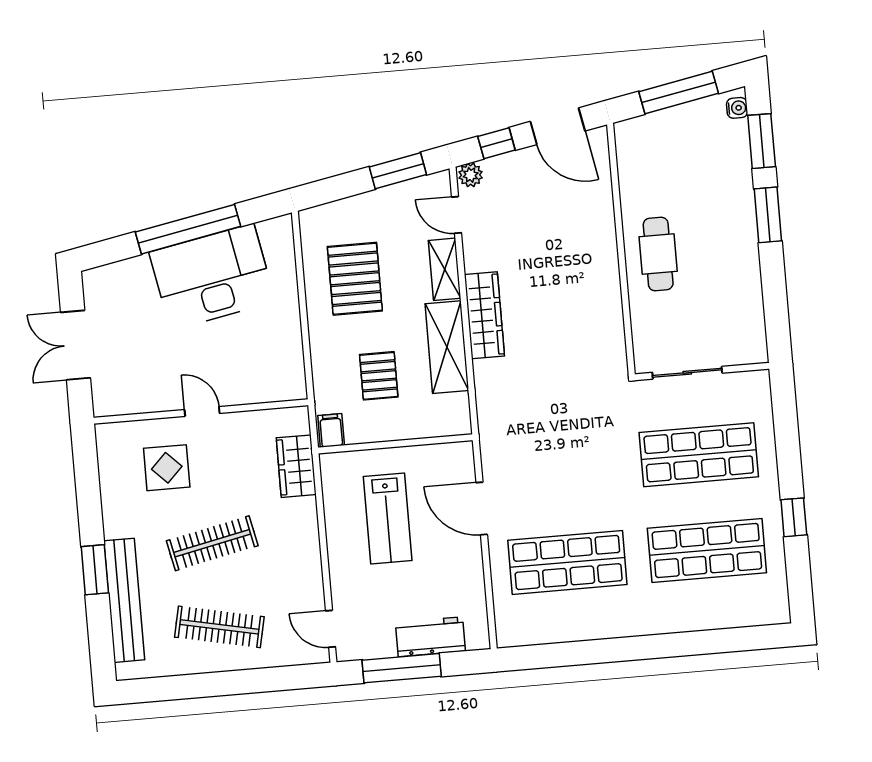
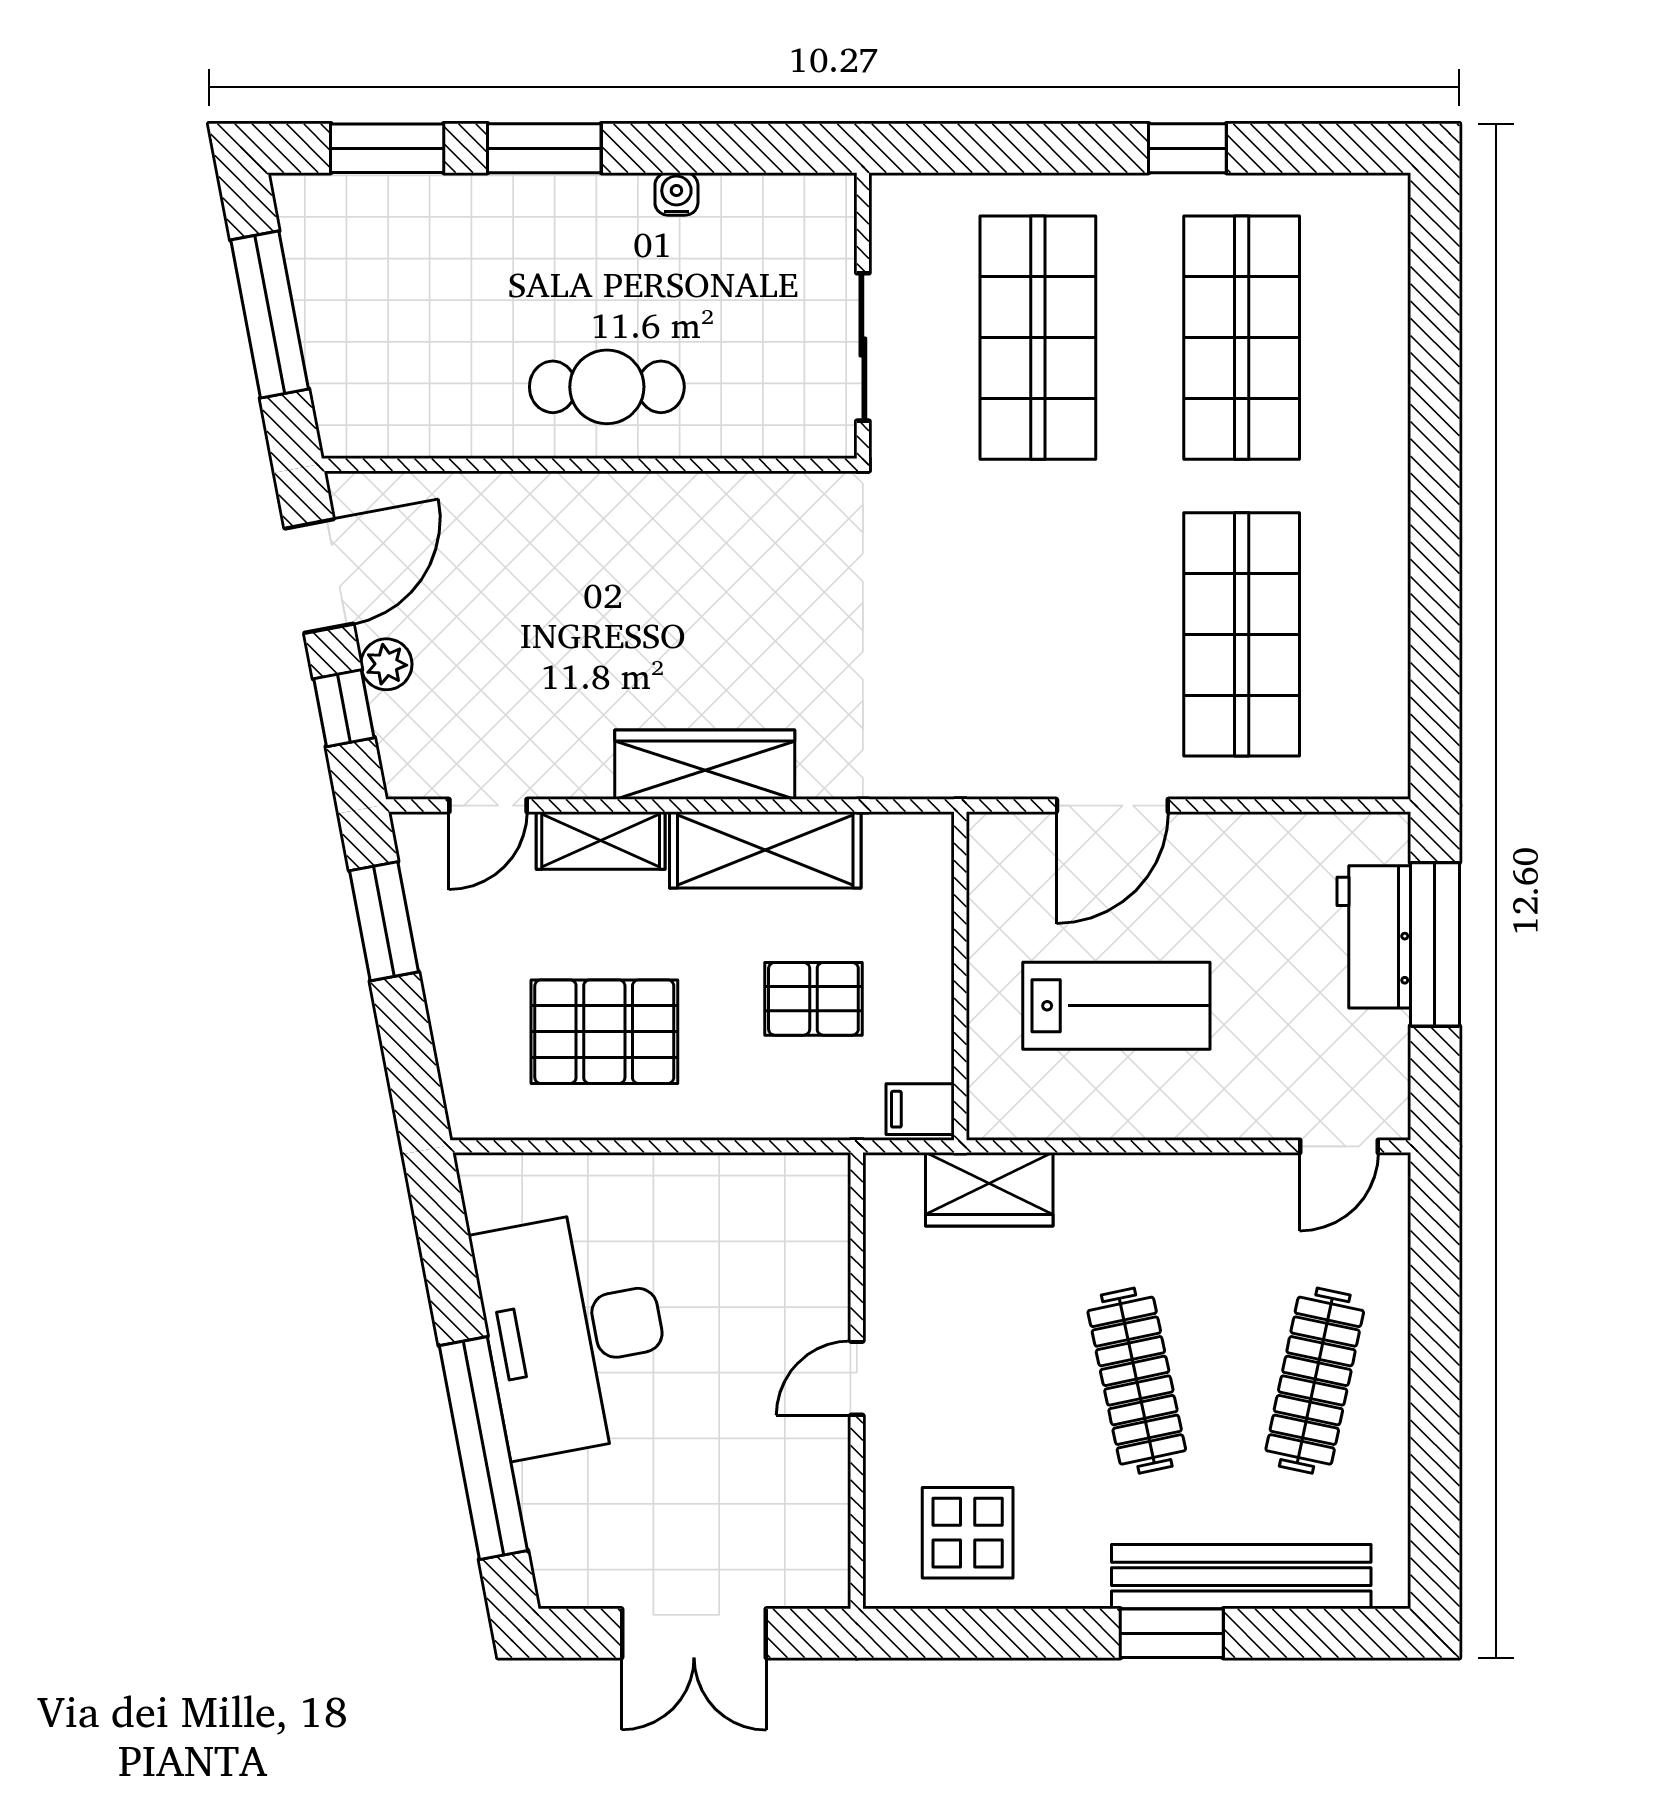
water cooler: (737, 108) -> (676, 194), moved
plant: (471, 175) -> (386, 664), moved
window: (188, 229) -> (483, 1448), moved
display table: (167, 468) -> (968, 1533), moved
window: (402, 668) -> (1435, 944), moved

